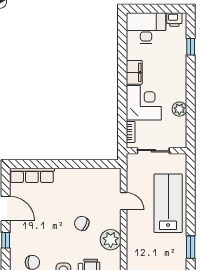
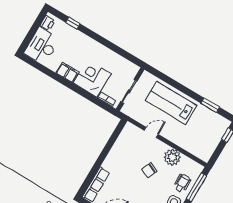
plant: (179, 109) -> (111, 56), removed

